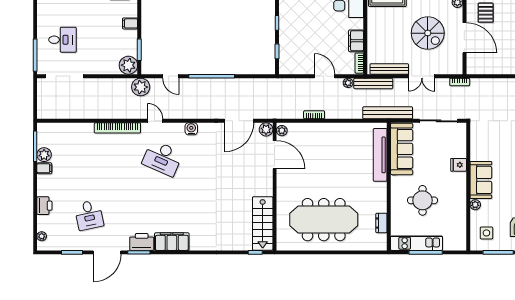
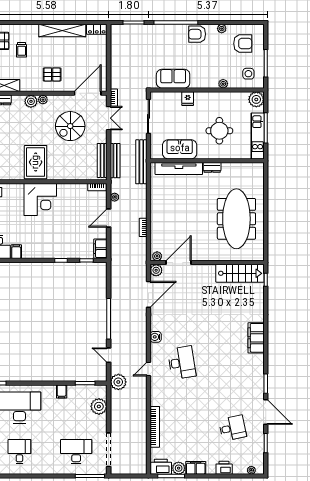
spiral stairs: (428, 33) -> (70, 126), turned 180
door: (464, 38) -> (88, 93), moved
desk: (63, 40) -> (76, 452), width x1.37
filing cabinet: (356, 41) -> (100, 249), moved, turned 90
plant: (128, 65) -> (99, 406), moved
door: (171, 76) -> (109, 355), swing flipped
double door: (422, 76) -> (109, 118), moved
bench: (373, 83) -> (115, 161), moved
door: (239, 121) -> (148, 294), hinge flipped
bookcase: (117, 128) -> (155, 427), moved
sofa: (402, 149) -> (180, 149), width x0.73
desk: (162, 158) -> (182, 363), turned -33
filing cabinet: (44, 168) -> (196, 468), width x2.00
sofa: (481, 180) -> (173, 79), moved
dresser: (381, 223) -> (212, 167), moved
printer: (142, 242) -> (161, 467), moved, turned 90
filing cabinet: (172, 242) -> (256, 338), moved
plant: (458, 242) -> (256, 99), added

